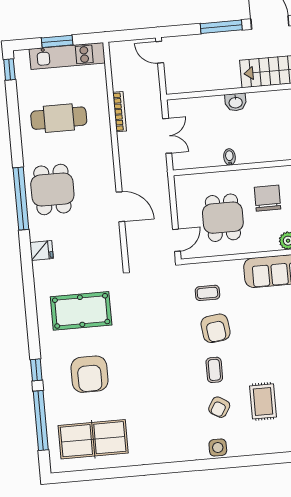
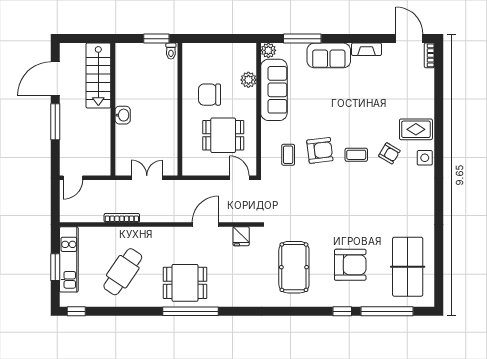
cafe table: (59, 118) -> (123, 272), turned 34
bidet: (229, 157) -> (170, 125), removed
fridge: (42, 251) -> (241, 236), moved, turned 180
rug: (263, 401) -> (416, 129), moved

